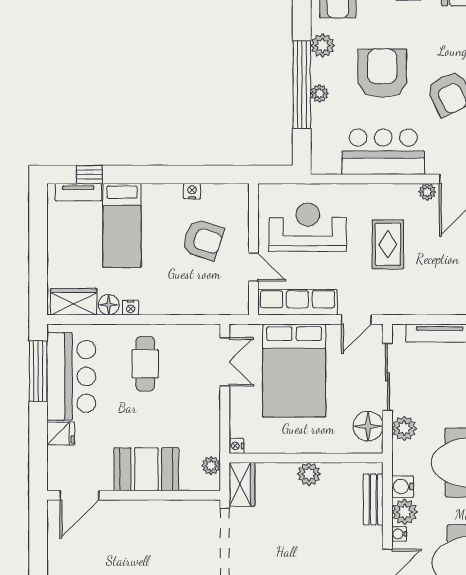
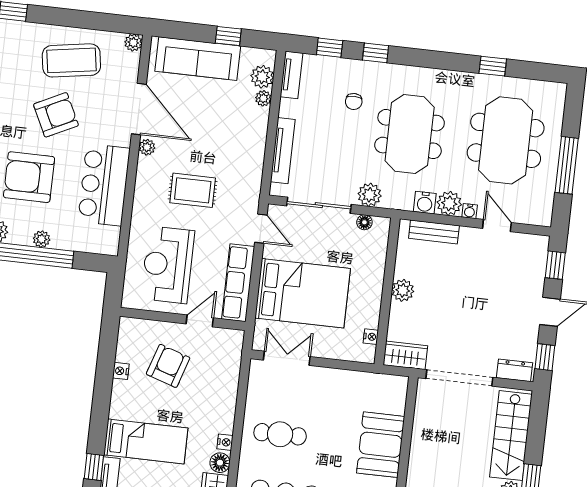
floor lamp: (368, 426) -> (364, 222), width x0.53, depth x0.53
nightstand: (236, 446) -> (371, 337), moved, turned -90
plant: (211, 466) -> (384, 383), removed

